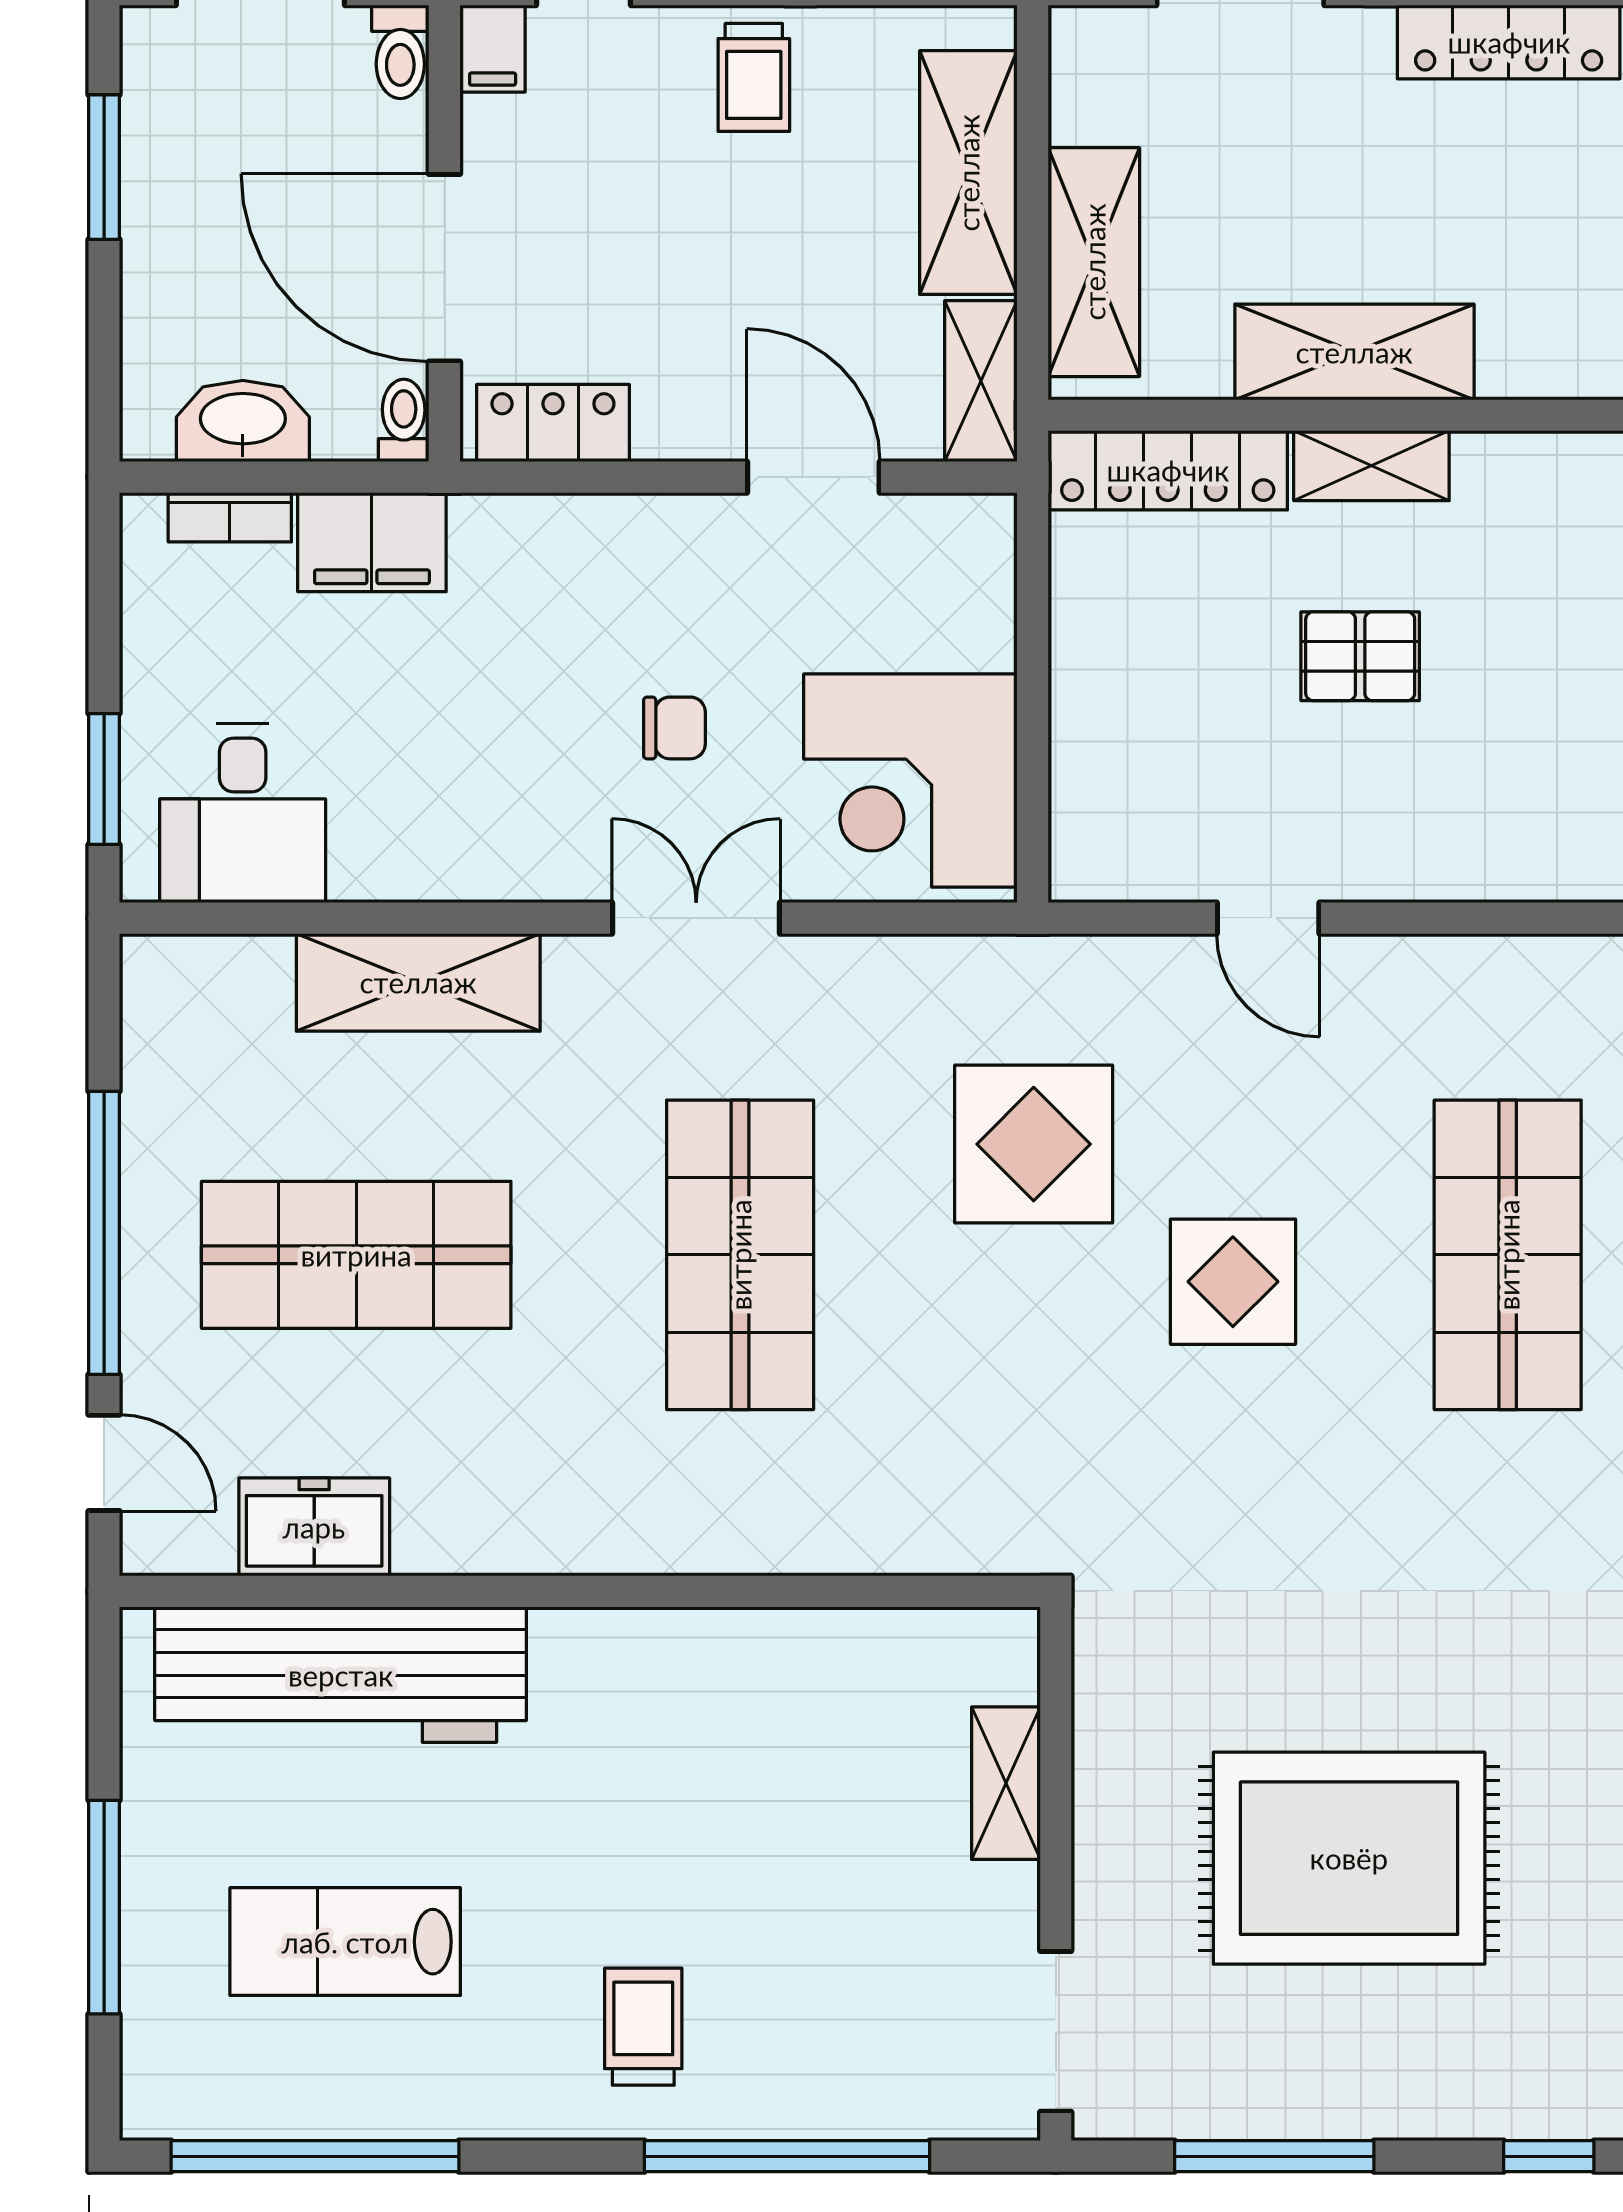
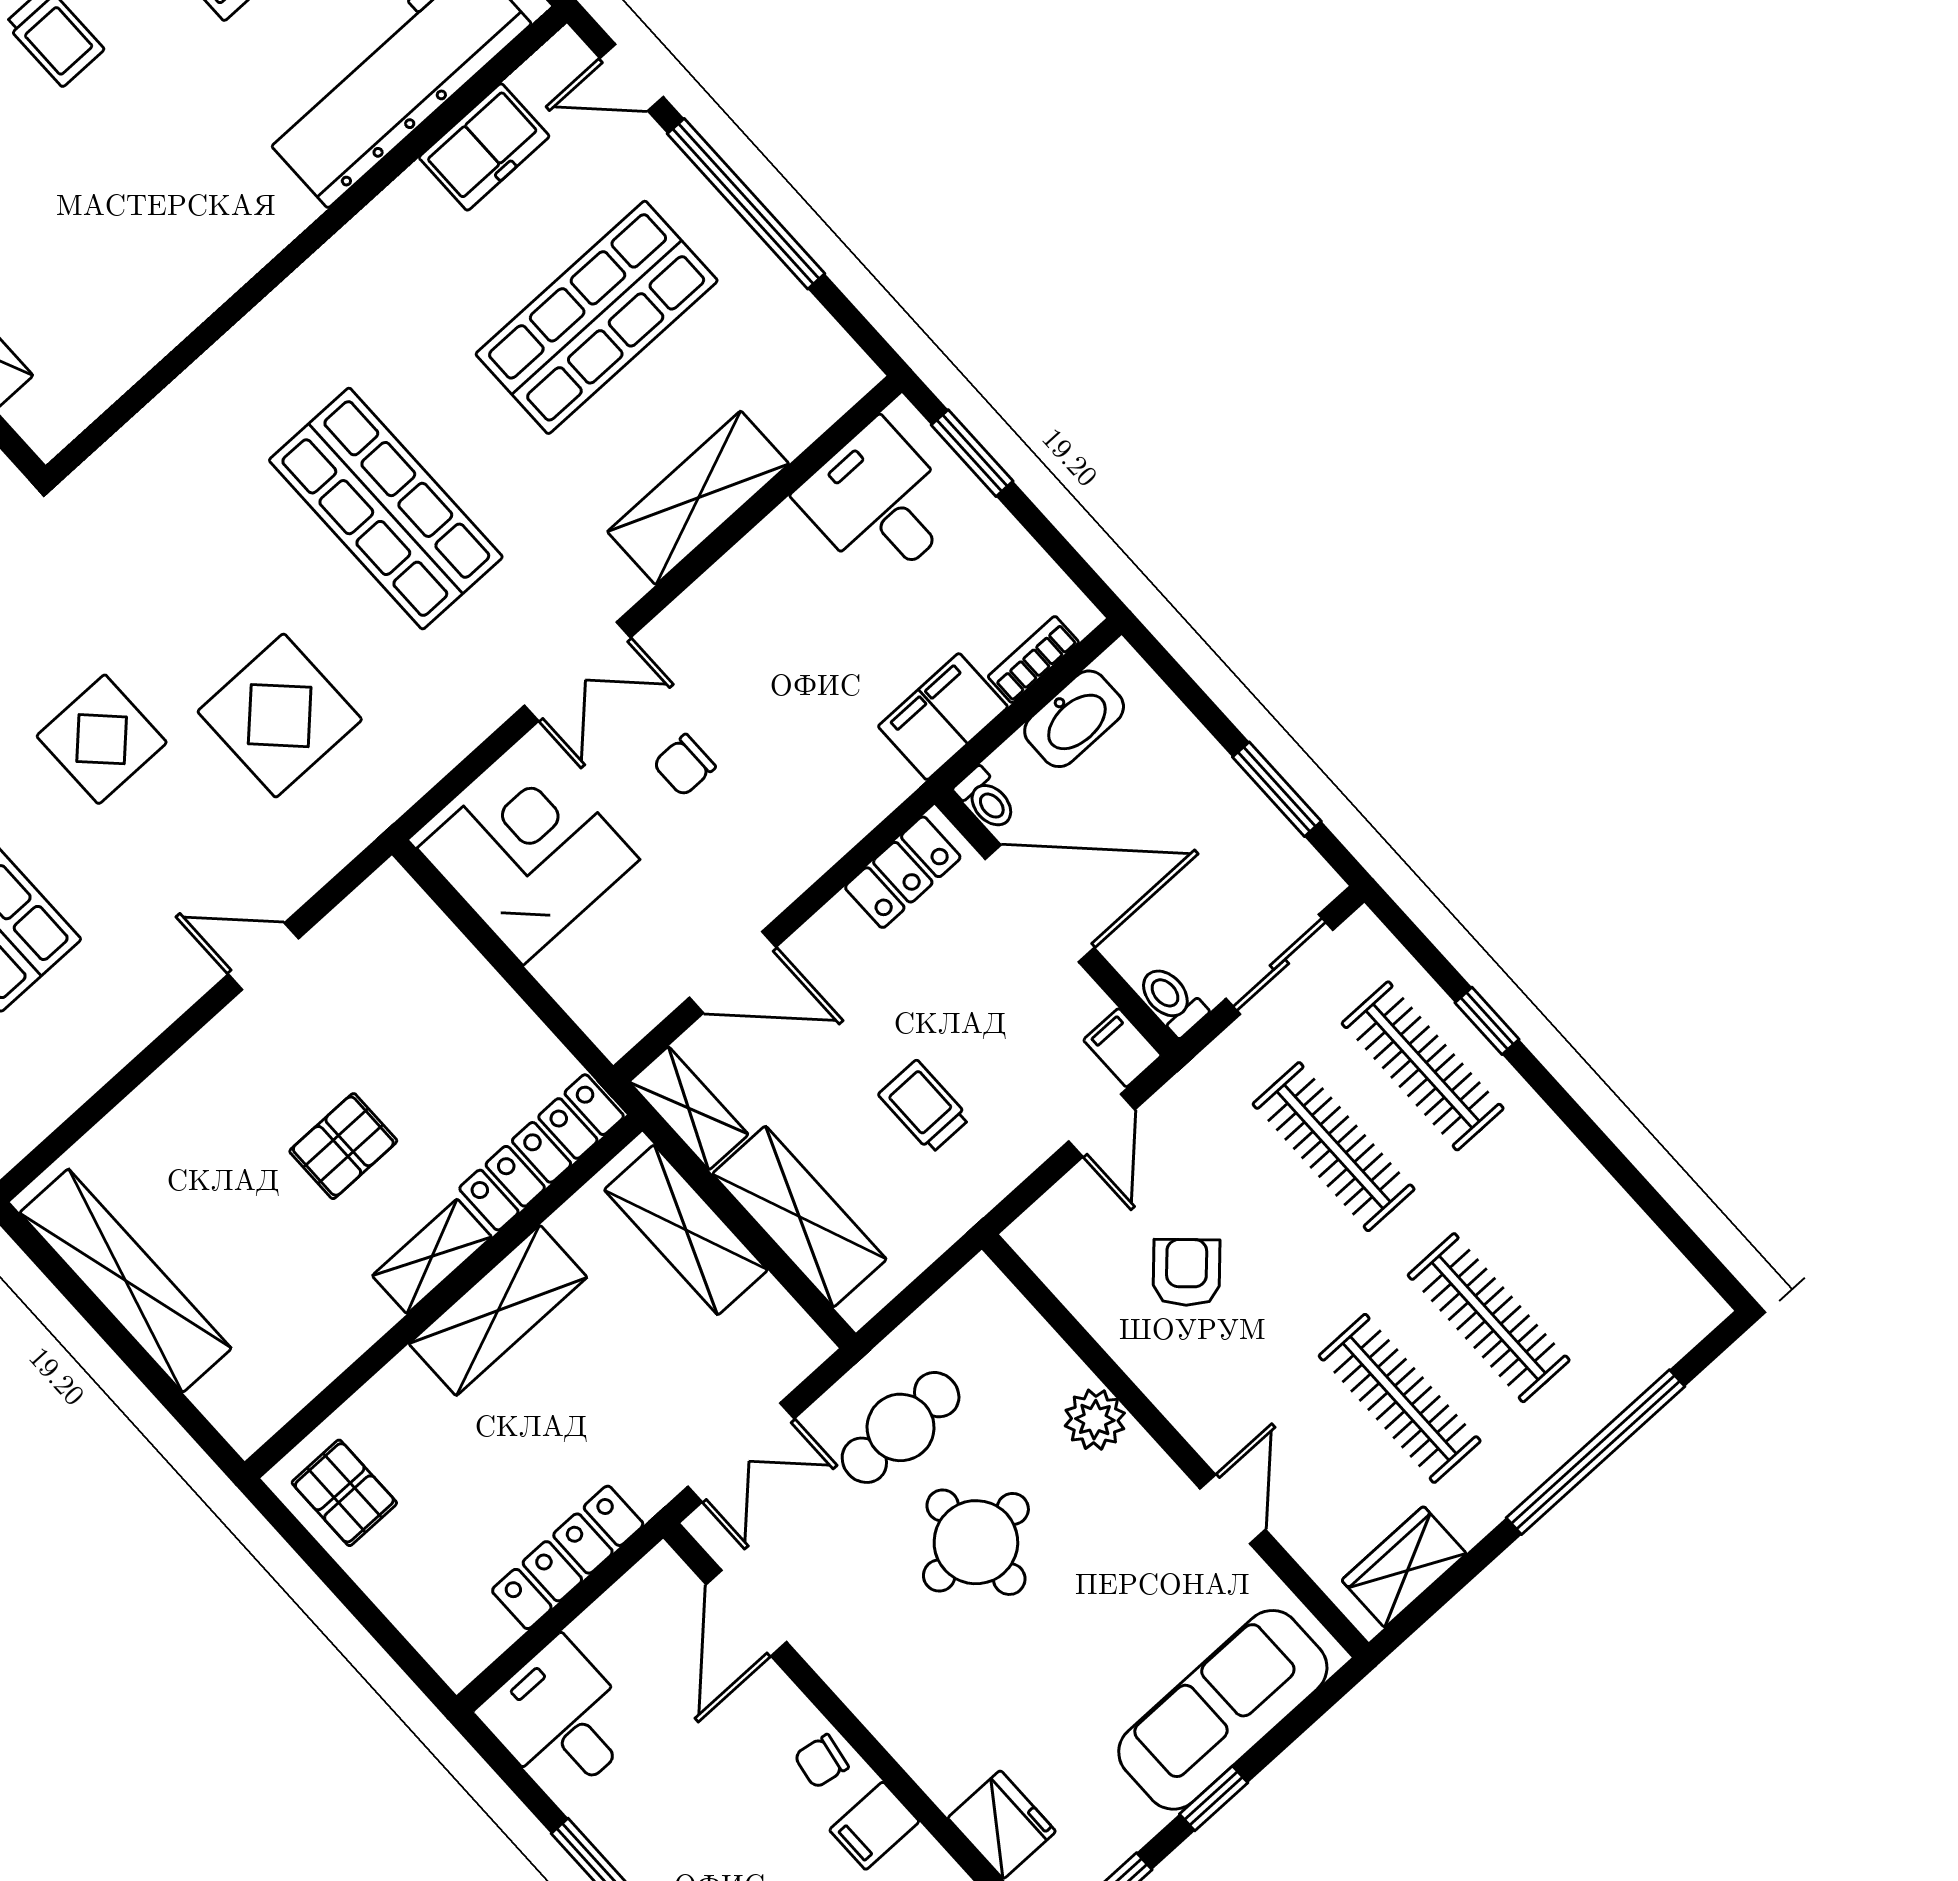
trolley: (754, 77) -> (924, 1106), moved

